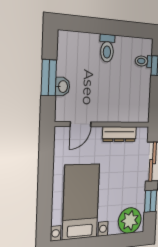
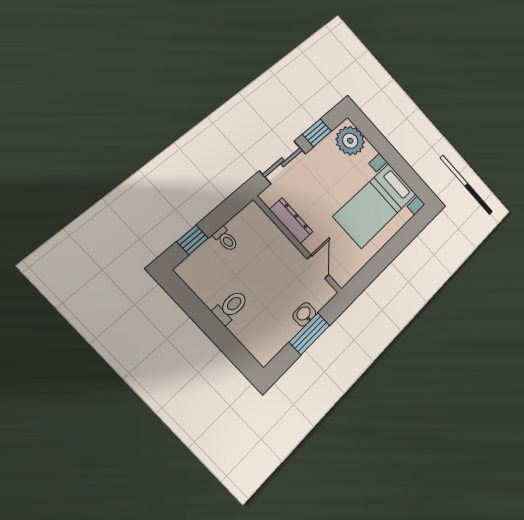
toilet: (144, 61) -> (226, 239), moved
door: (81, 124) -> (318, 267), hinge flipped

